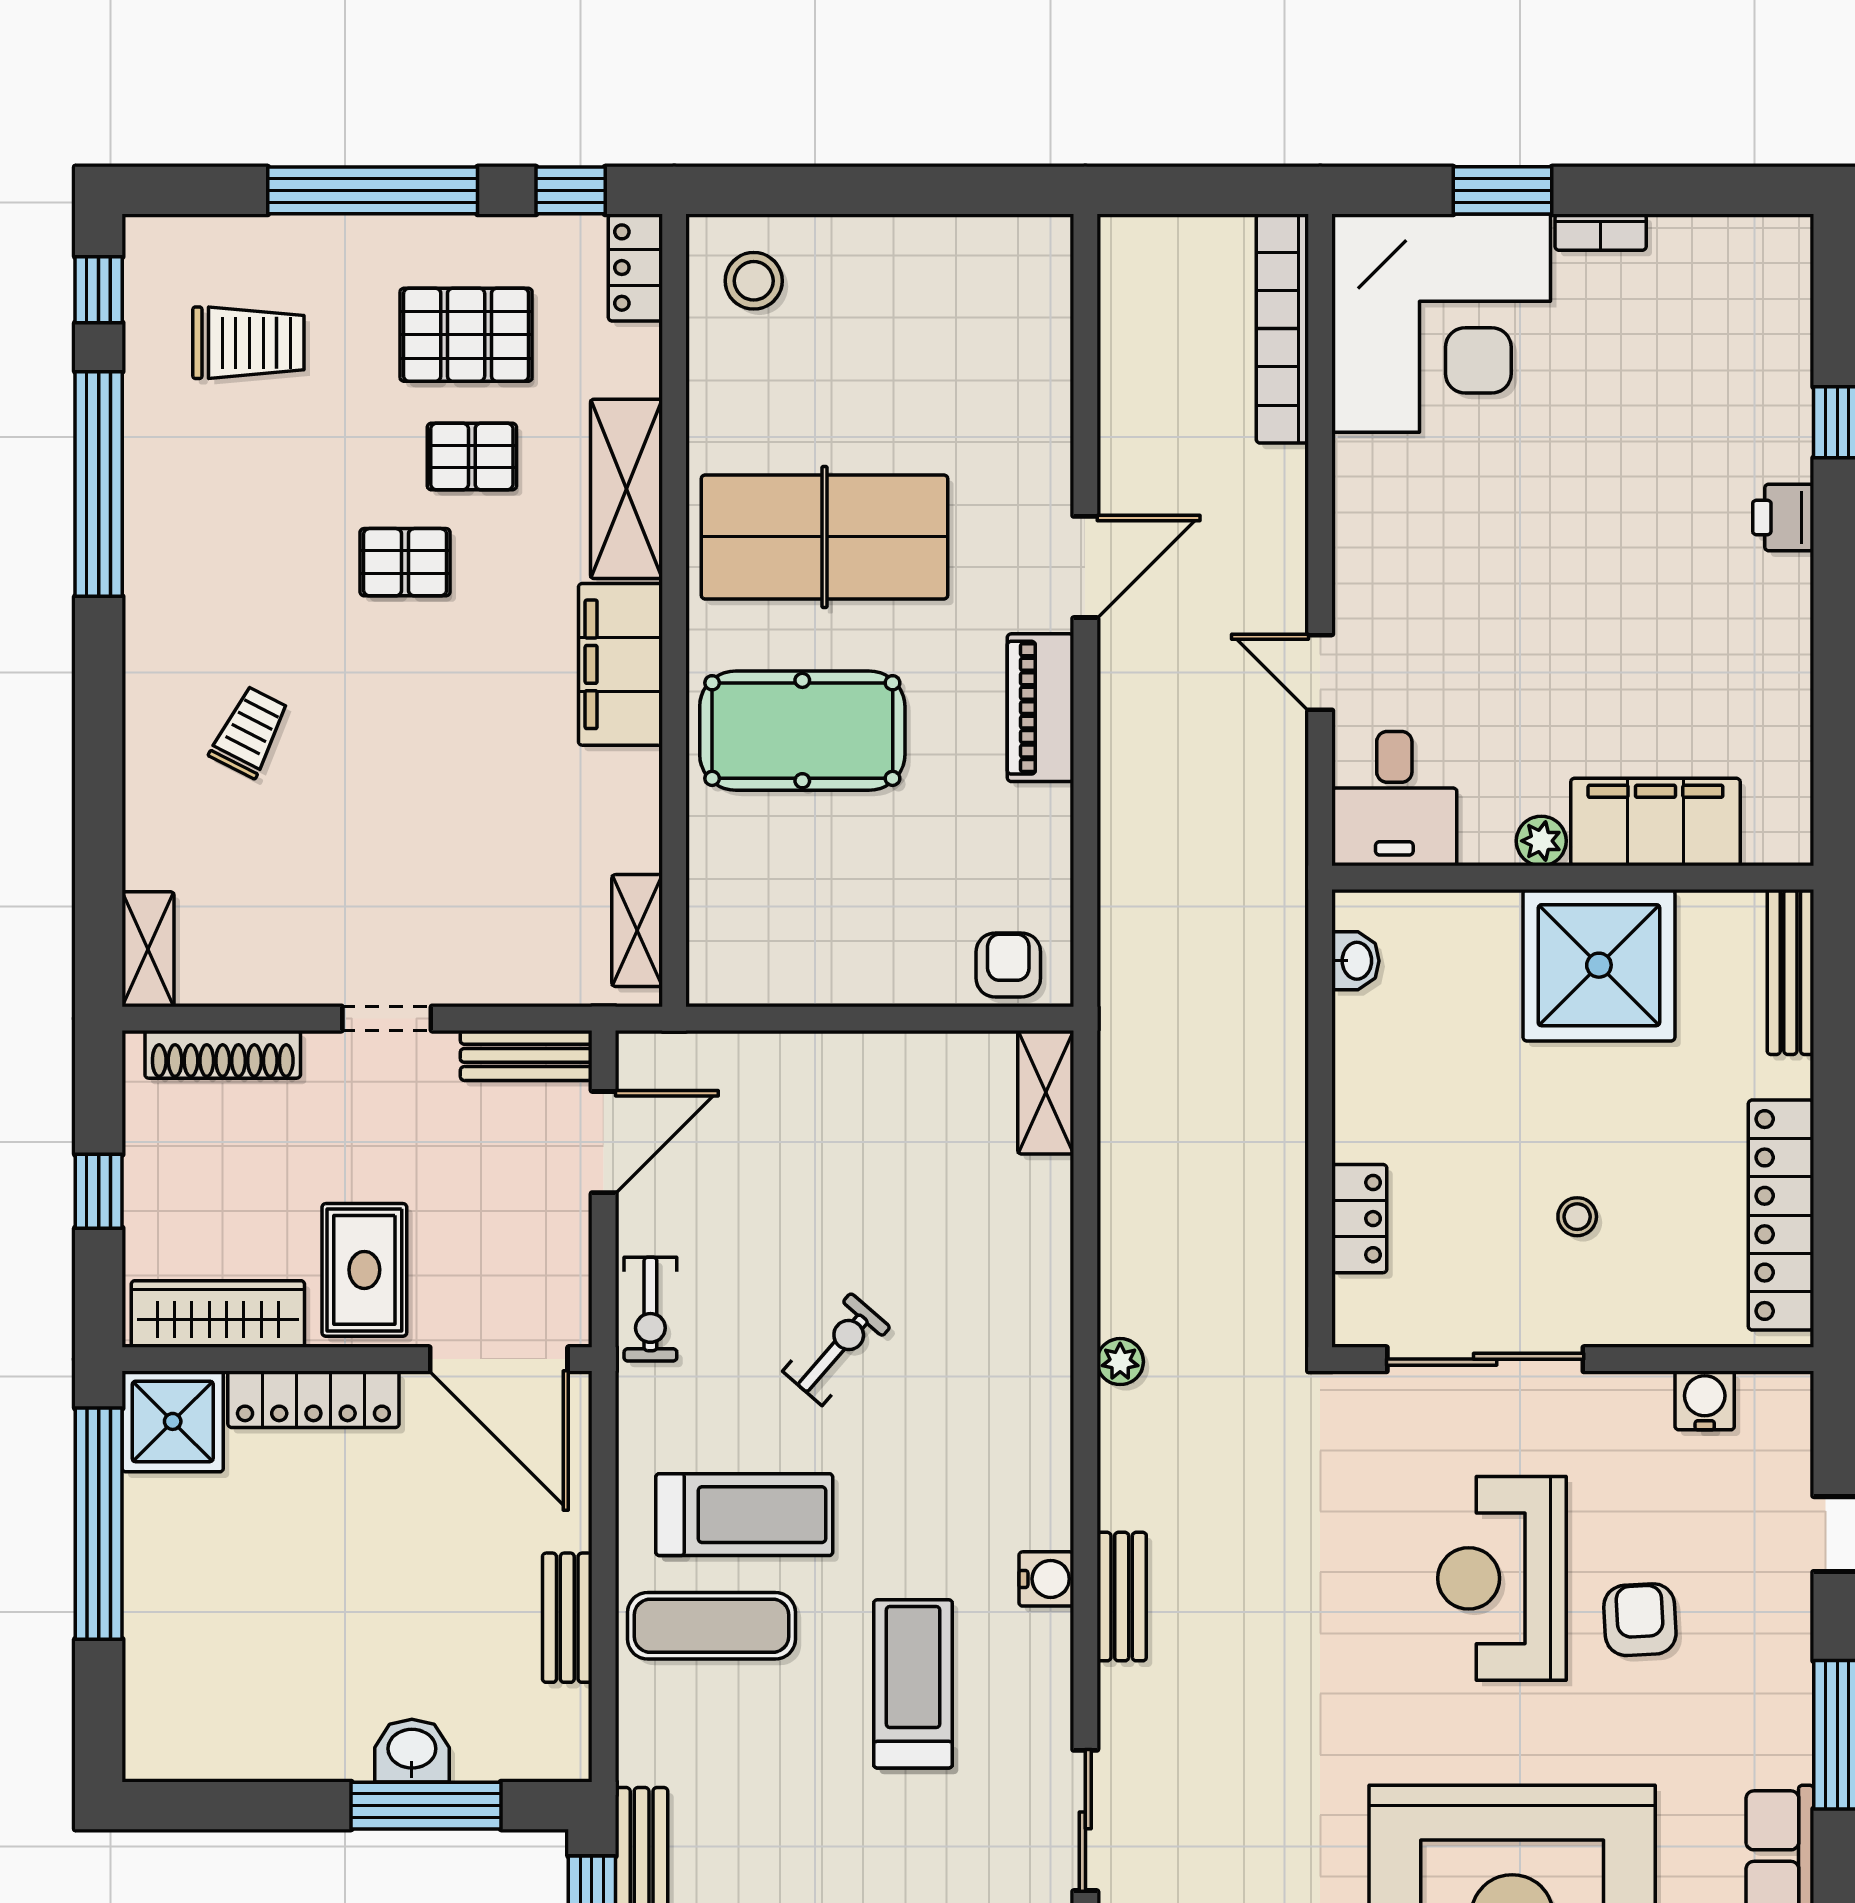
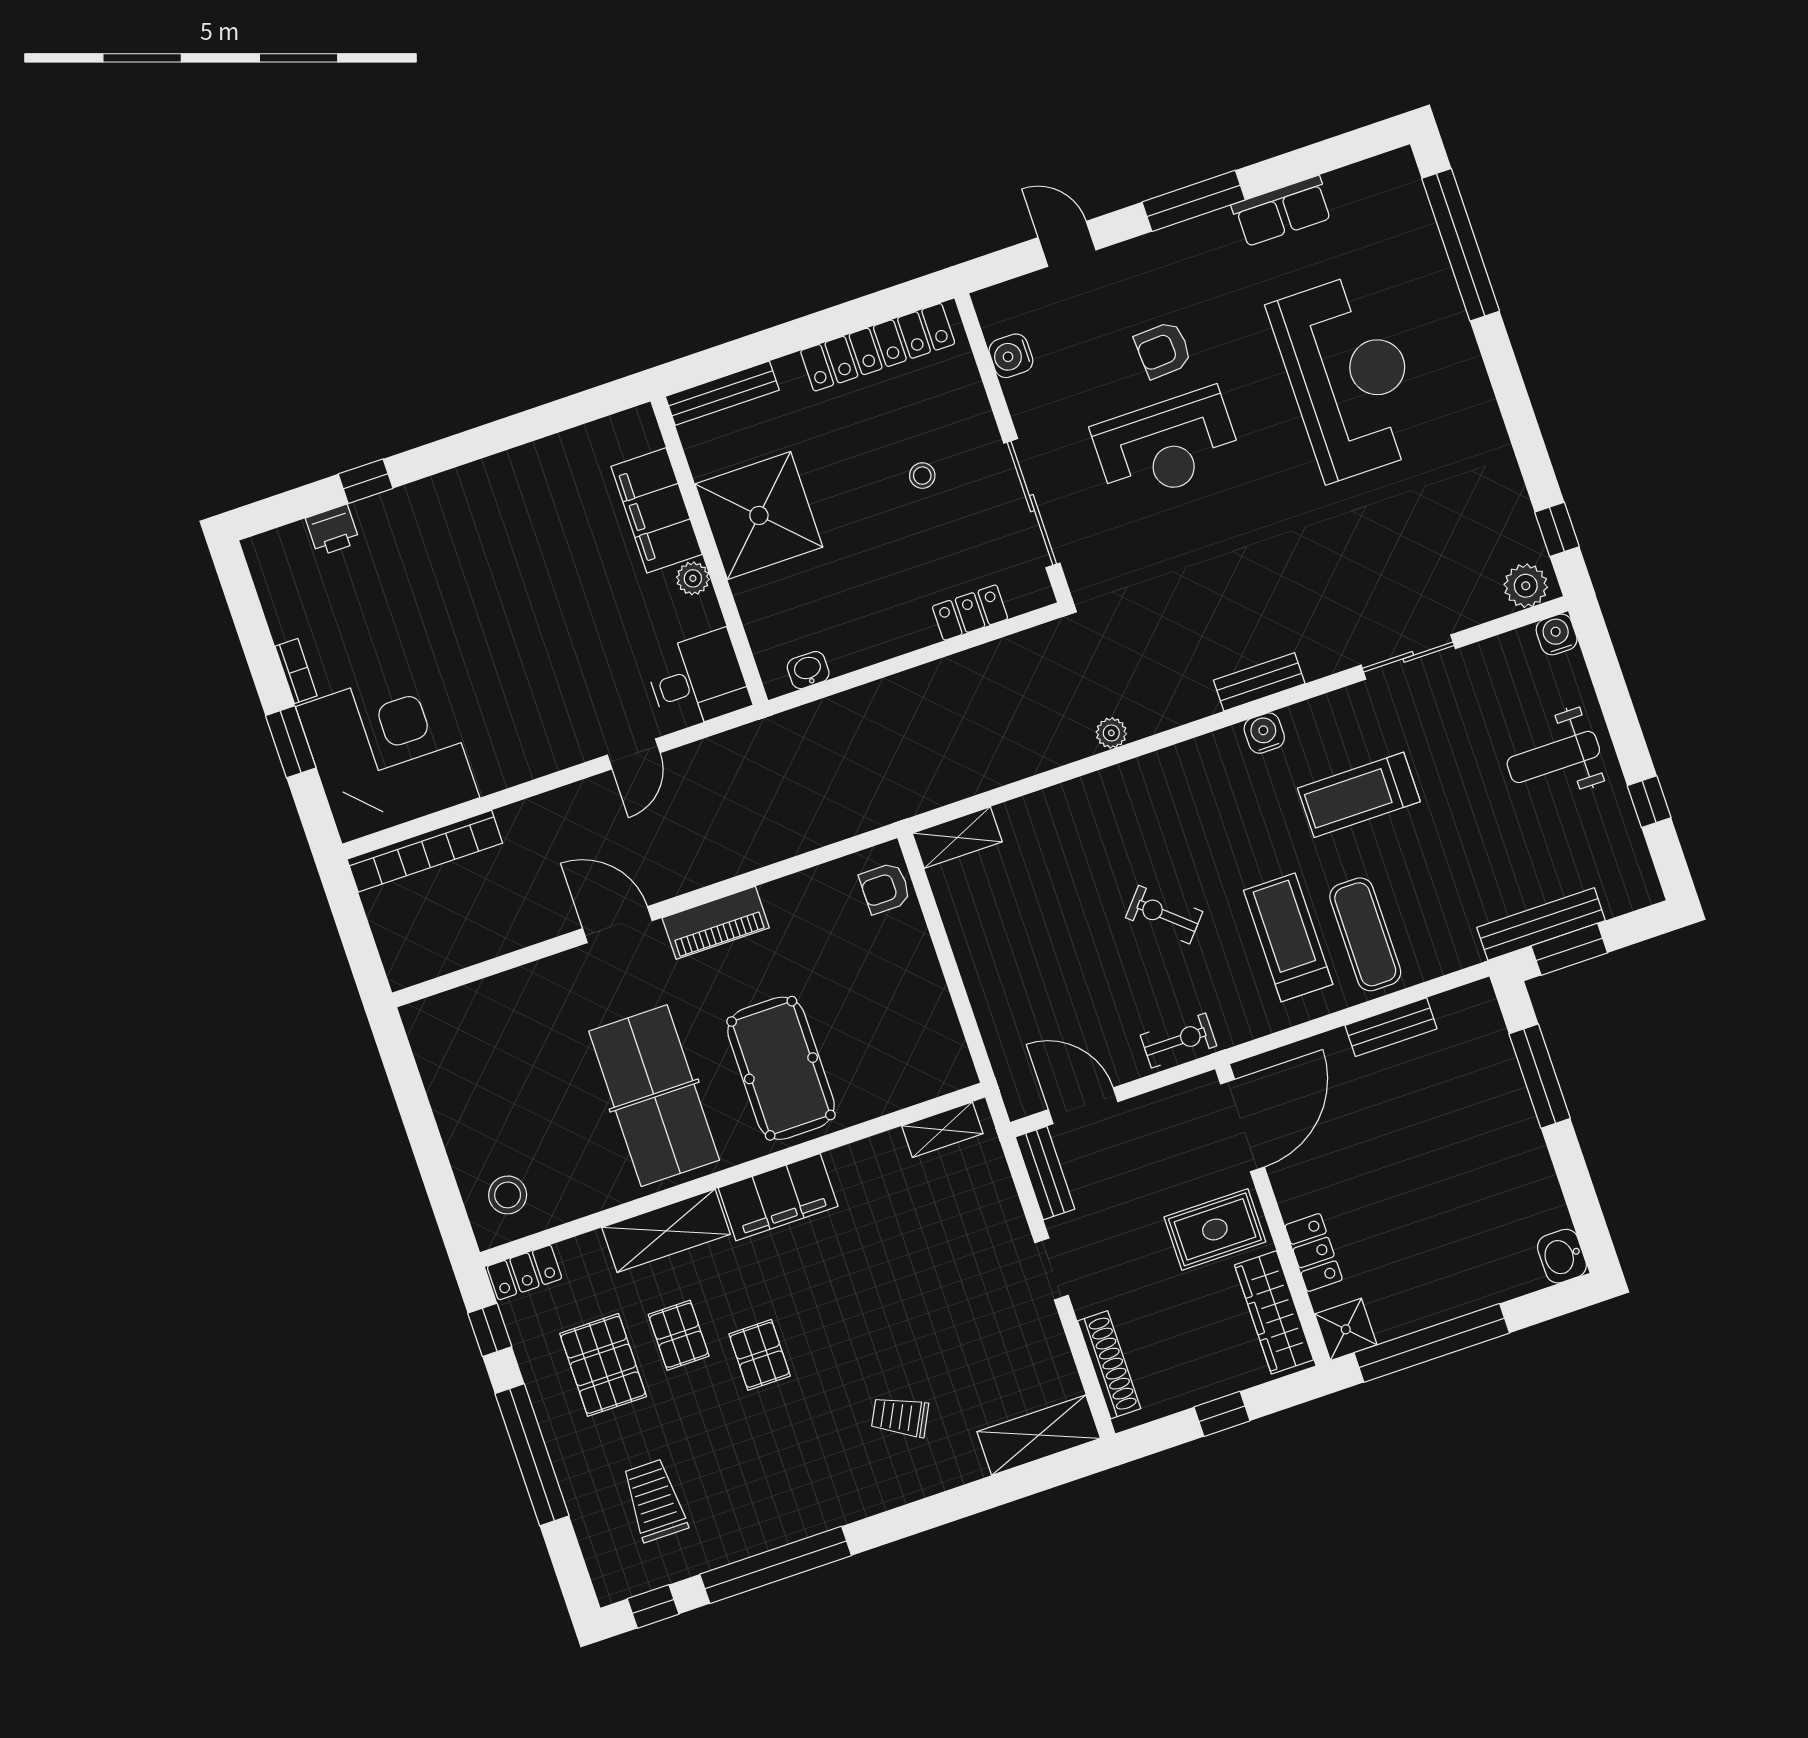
printer: (1783, 517) -> (333, 530), moved
shelving: (148, 949) -> (1039, 1435), width x1.50, depth x1.33
locker: (313, 1399) -> (1314, 1253), width x0.66
shower: (173, 1421) -> (1346, 1329), width x0.73, depth x0.73
washbasin: (412, 1751) -> (1562, 1256), moved

